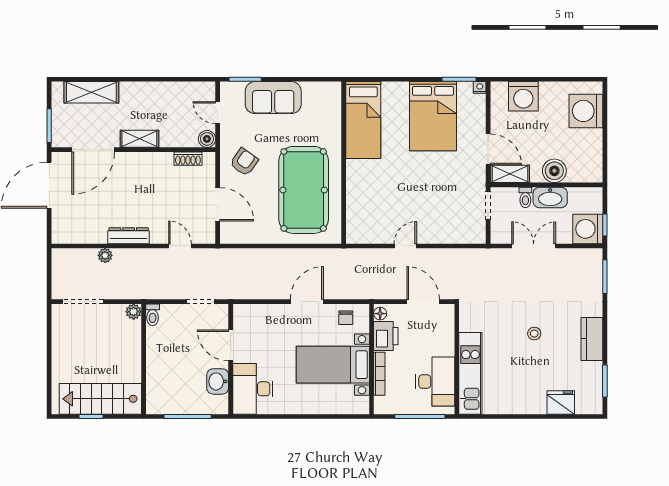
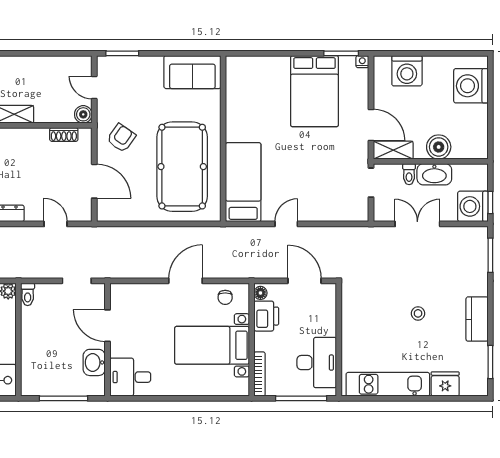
sofa: (273, 98) -> (192, 72), moved
bed: (363, 120) -> (243, 182), moved, turned 180
kitchen unit: (470, 373) -> (388, 384), moved, turned -90
bookcase: (379, 374) -> (259, 374), moved
desk: (253, 389) -> (130, 377), width x0.73

